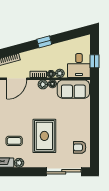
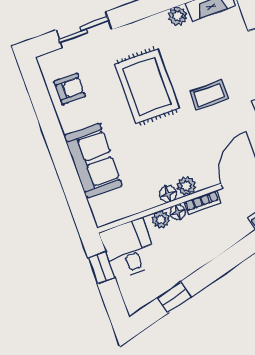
window: (44, 42) -> (174, 298), moved
sofa: (73, 89) -> (93, 161), moved, turned 90
coffee table: (14, 141) -> (209, 95), moved
sliding door: (64, 172) -> (84, 30), width x0.73

